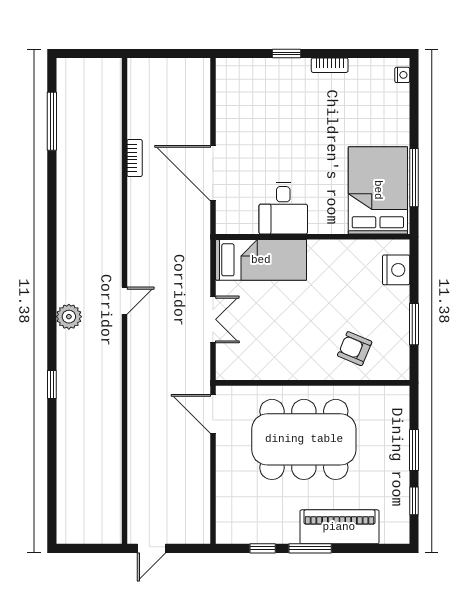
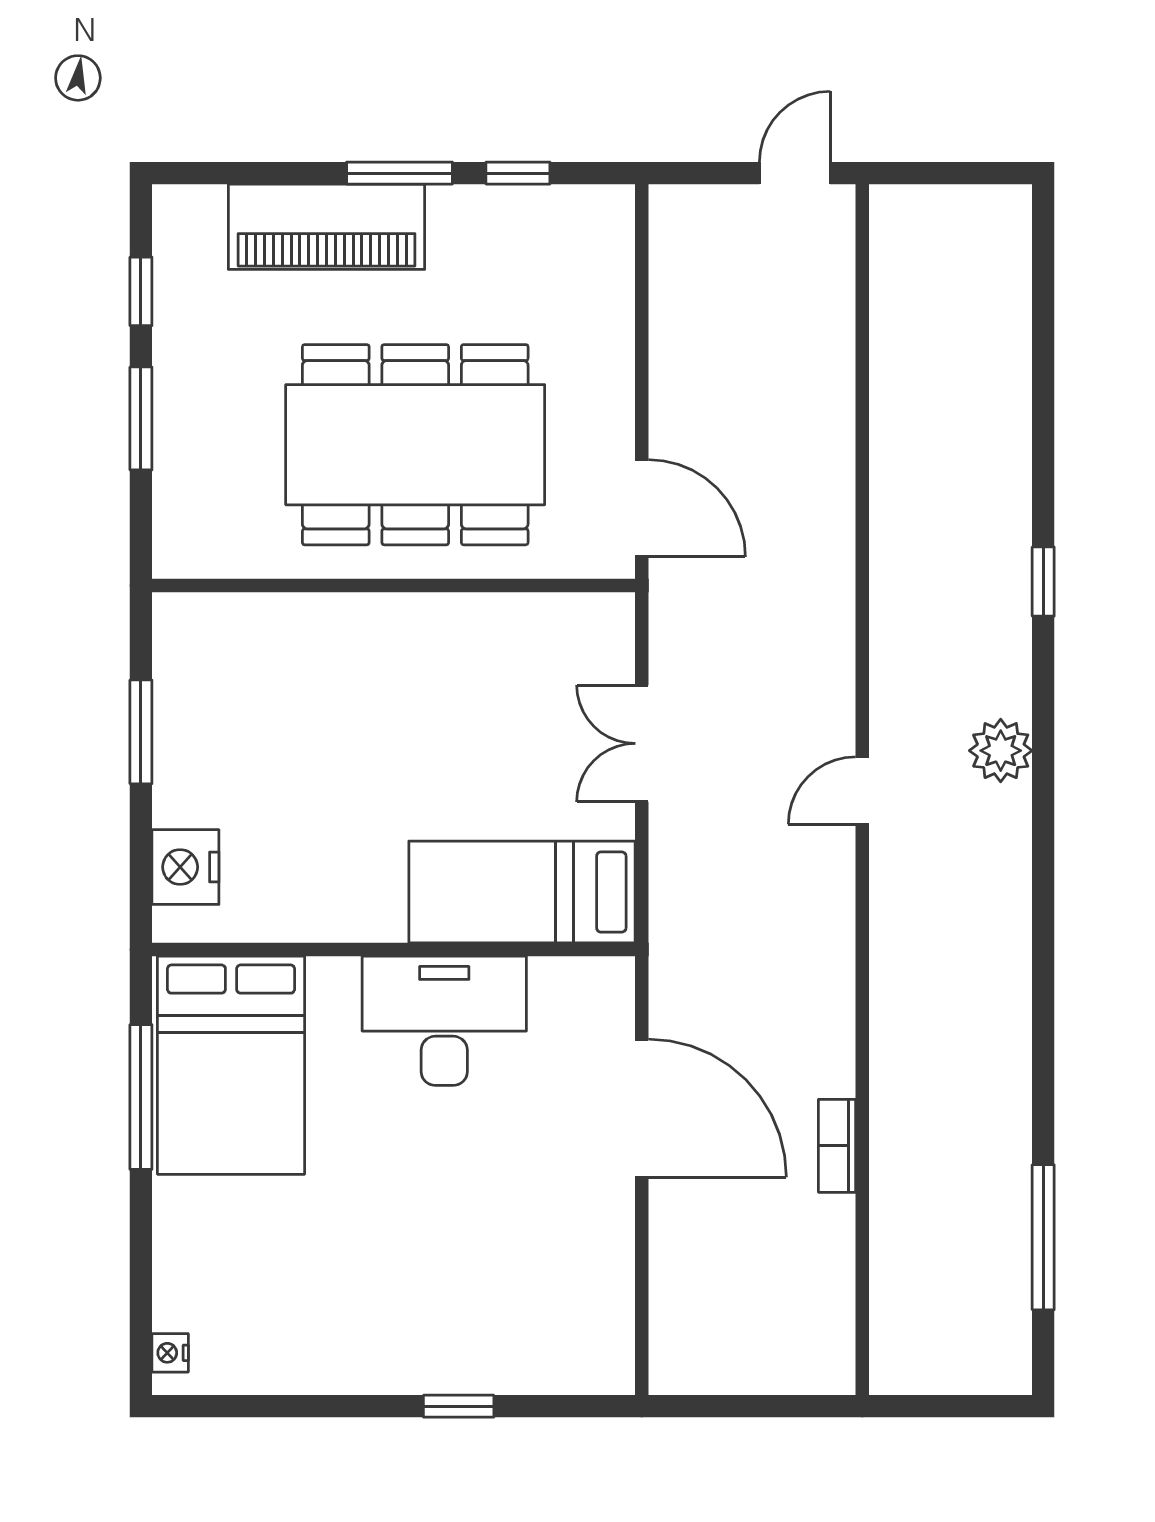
bookcase: (330, 65) -> (351, 1377), removed
desk: (283, 208) -> (444, 1021), width x1.37
armchair: (355, 349) -> (289, 671), removed

